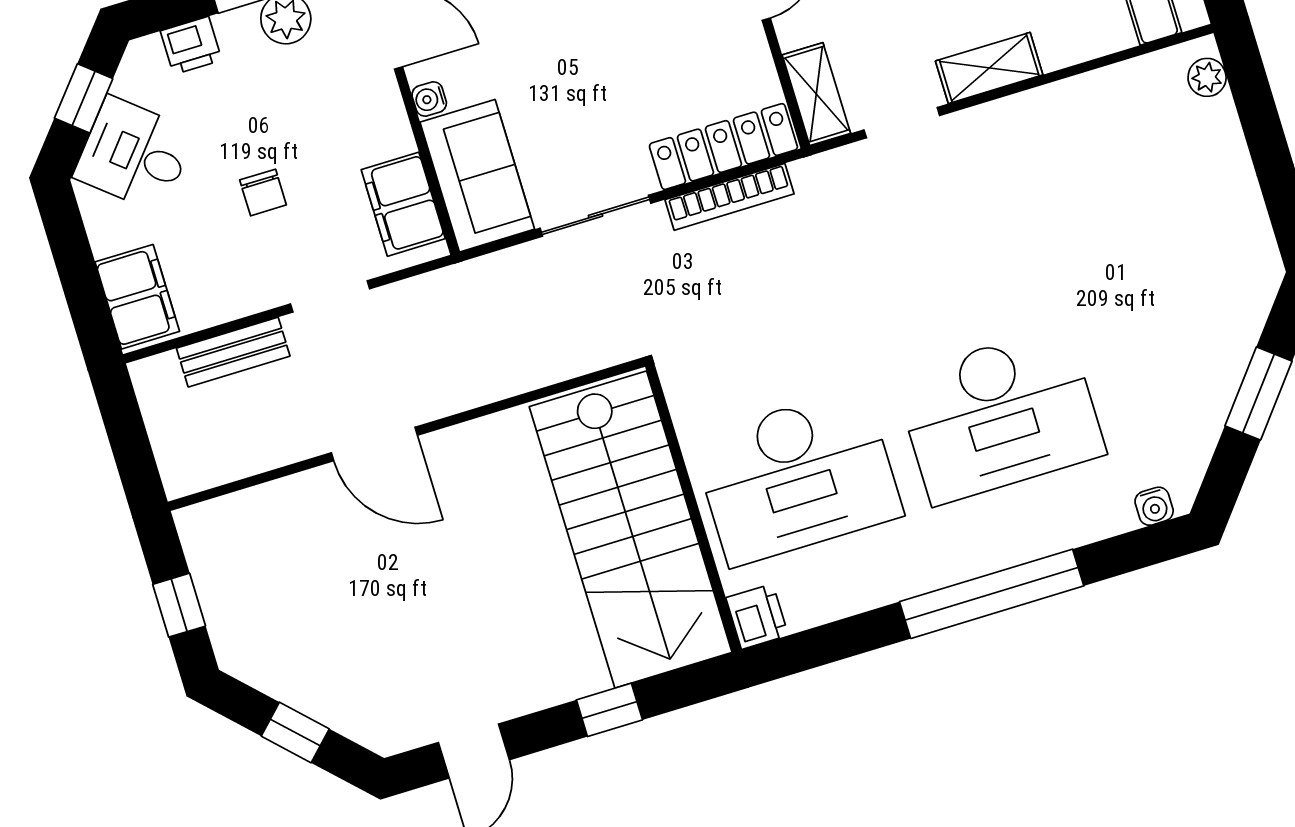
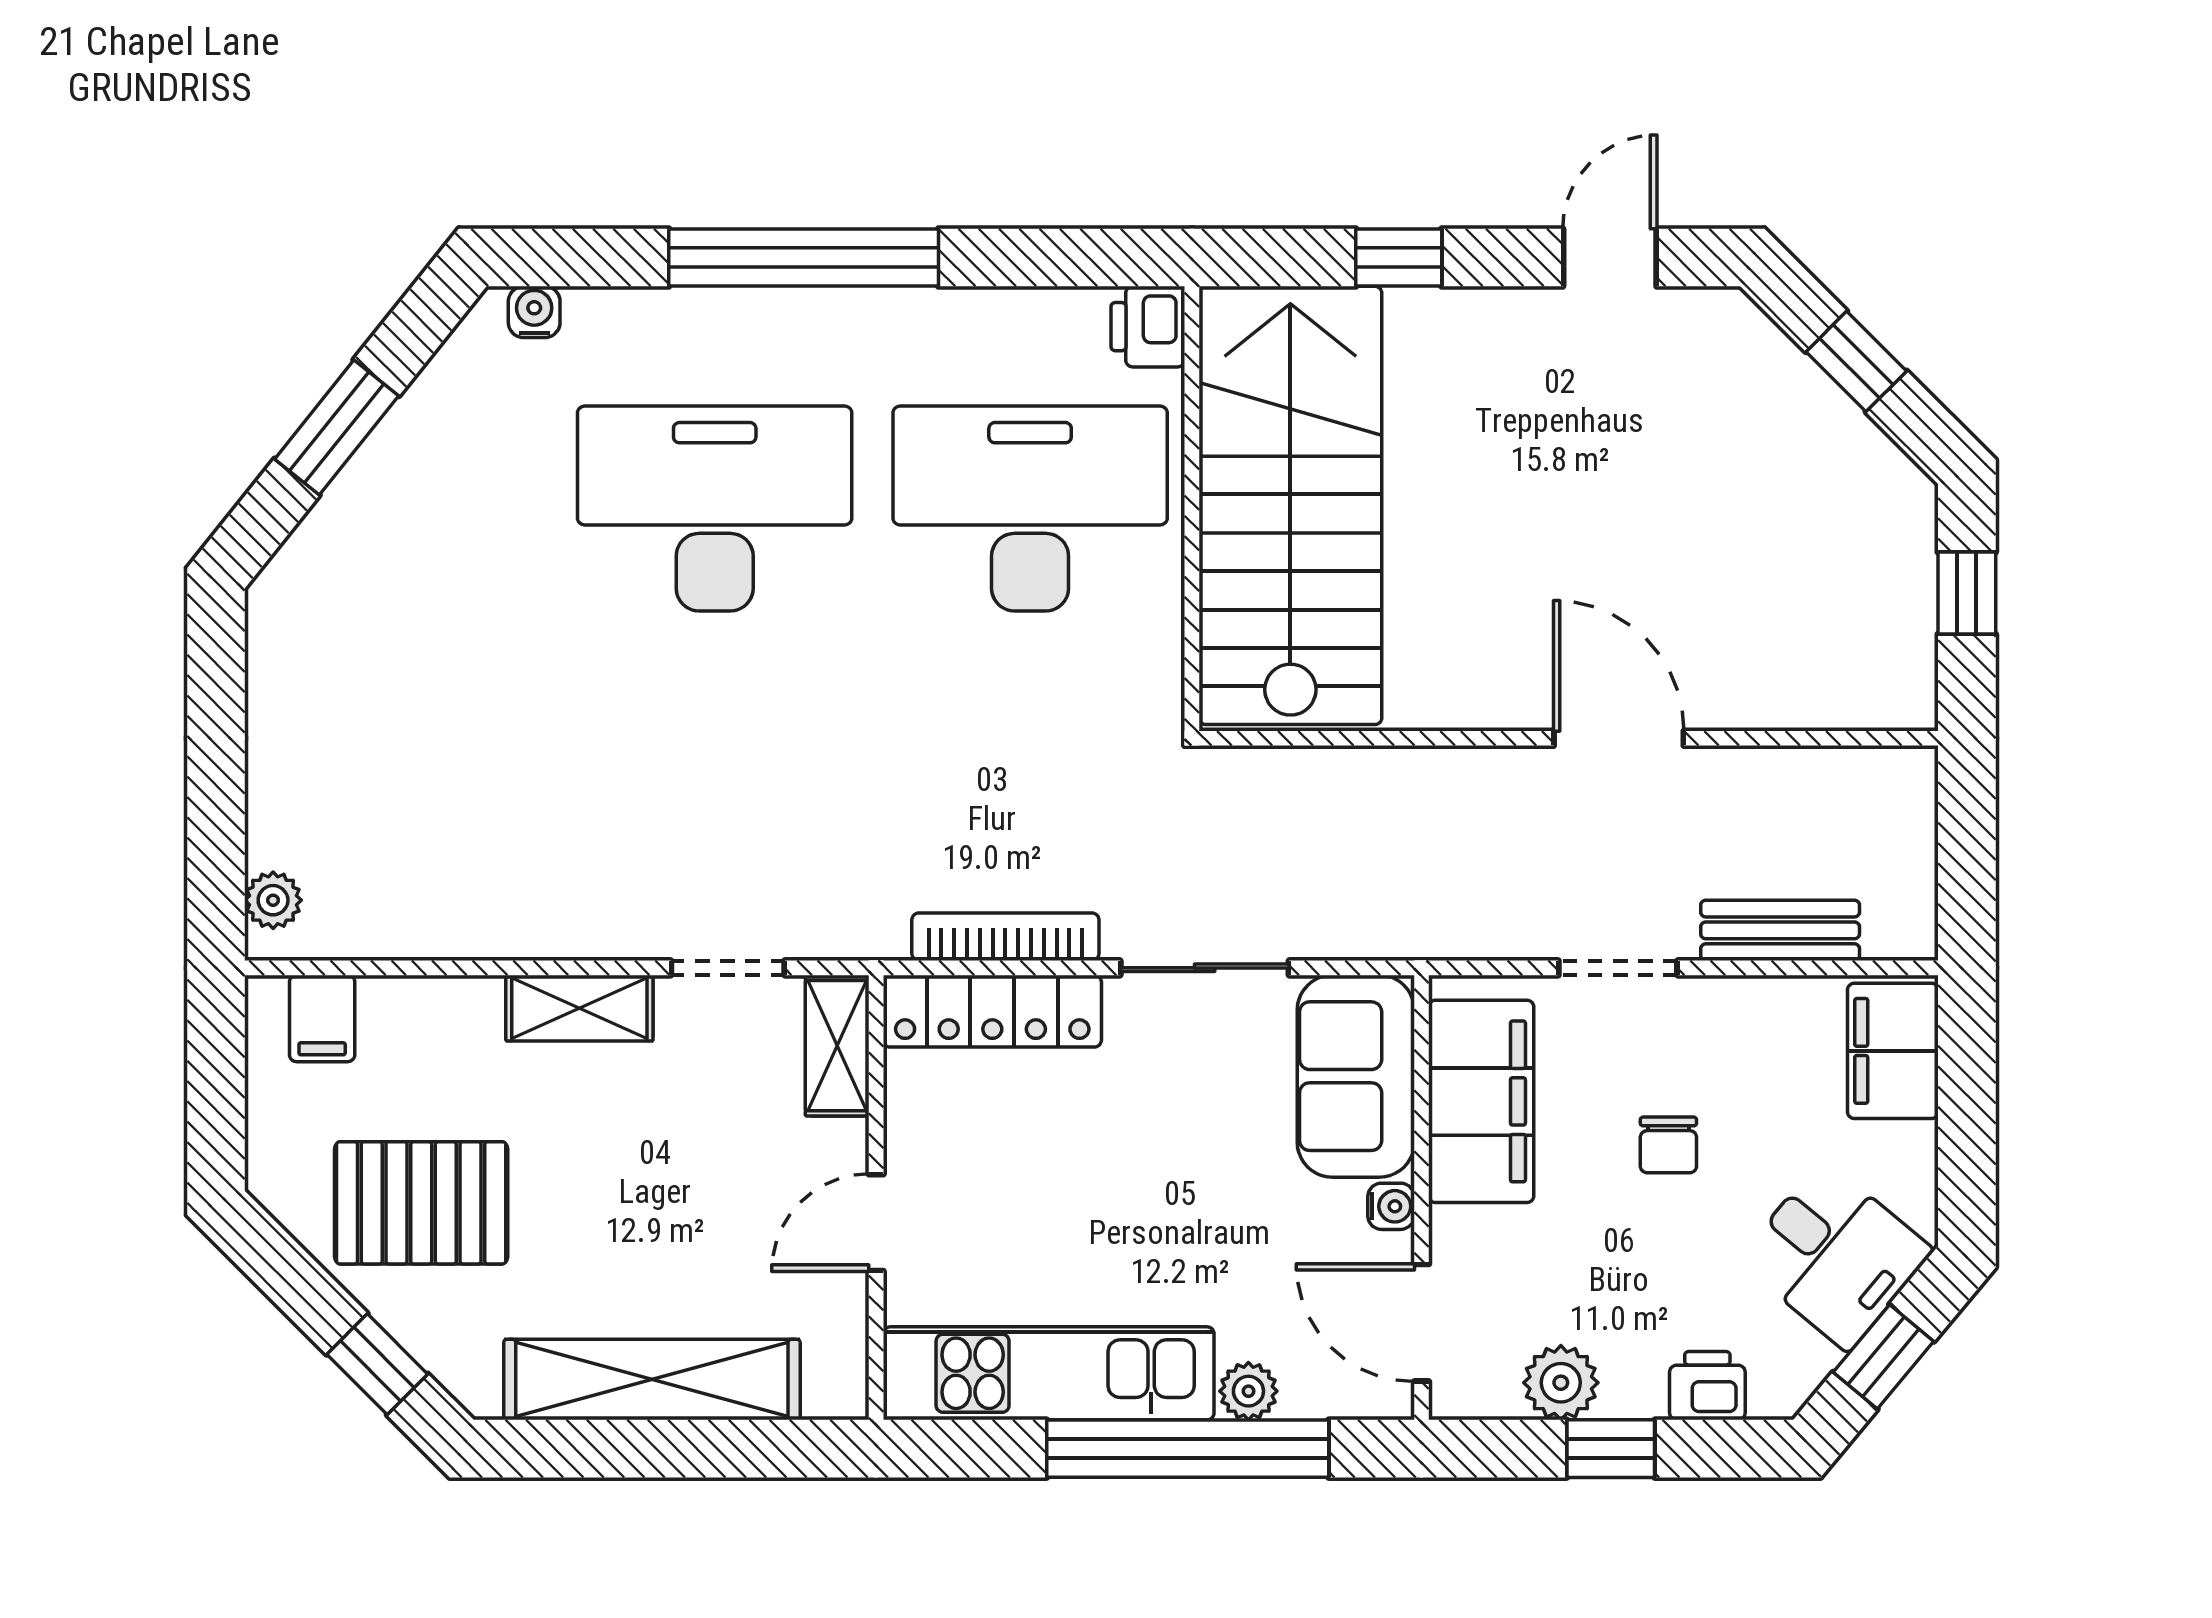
chair: (263, 192) -> (1668, 1145), turned 180
filing cabinet: (403, 204) -> (1481, 1101), width x1.50, depth x1.17

